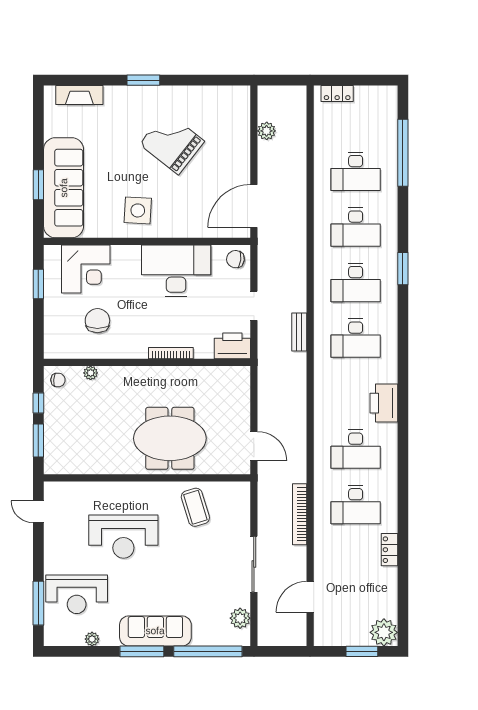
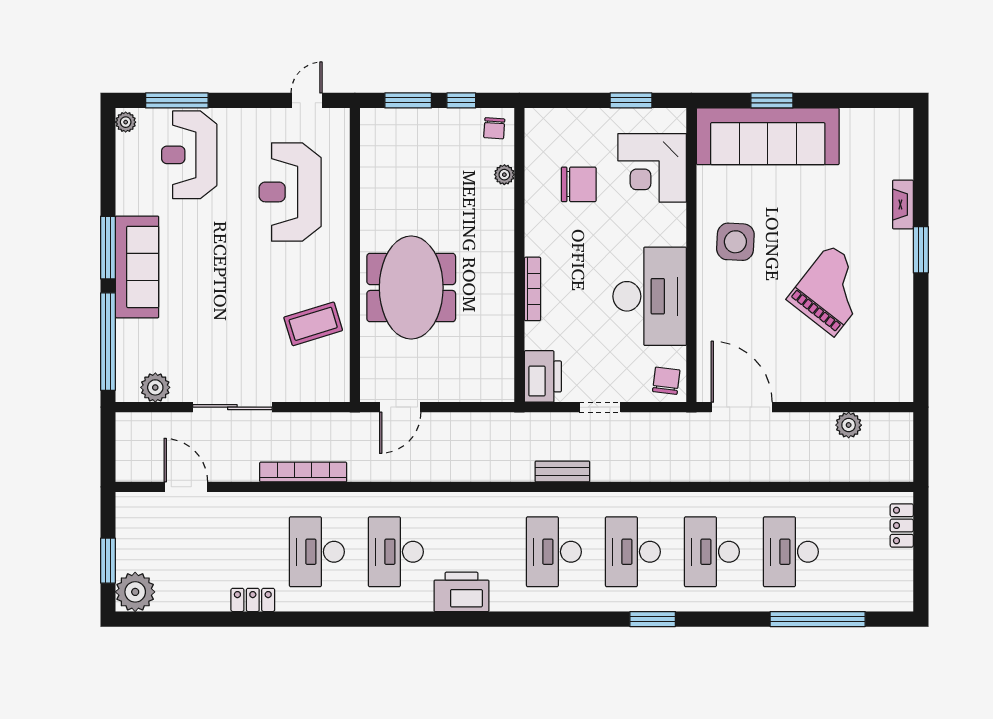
fireplace: (79, 95) -> (903, 204), moved, width x0.73, depth x0.76
reception desk: (123, 537) -> (290, 192), moved
plant: (92, 639) -> (126, 122), moved

